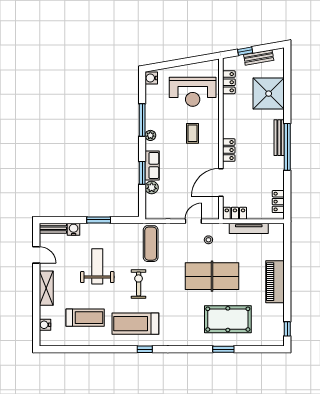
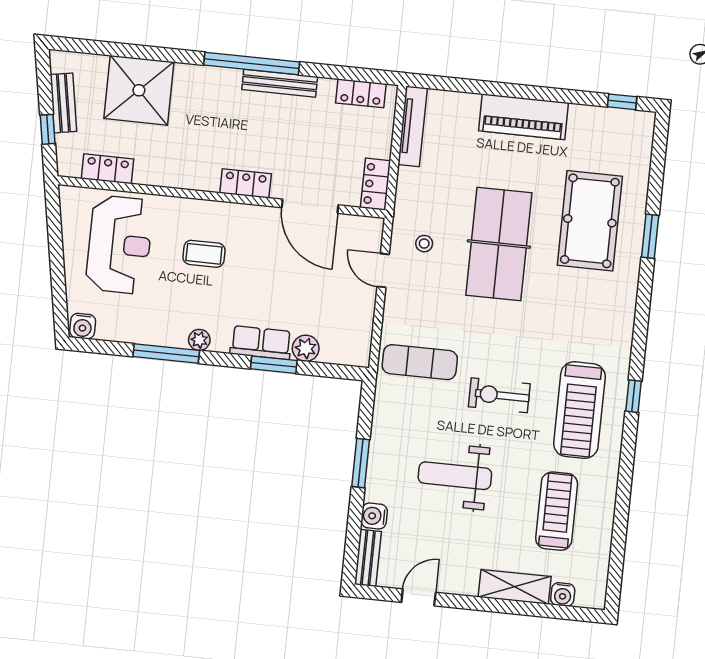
bench: (279, 138) -> (280, 83), moved
tv unit: (249, 228) -> (413, 126), moved
shelving: (46, 288) -> (515, 587), moved

